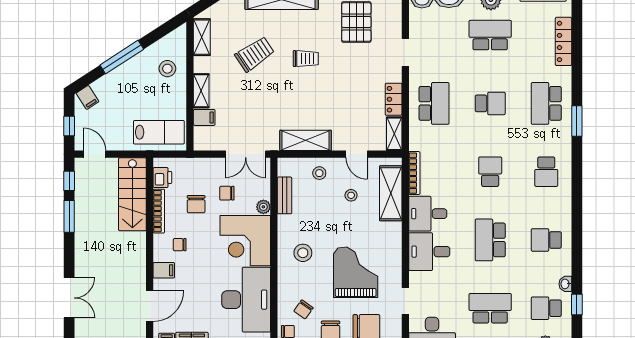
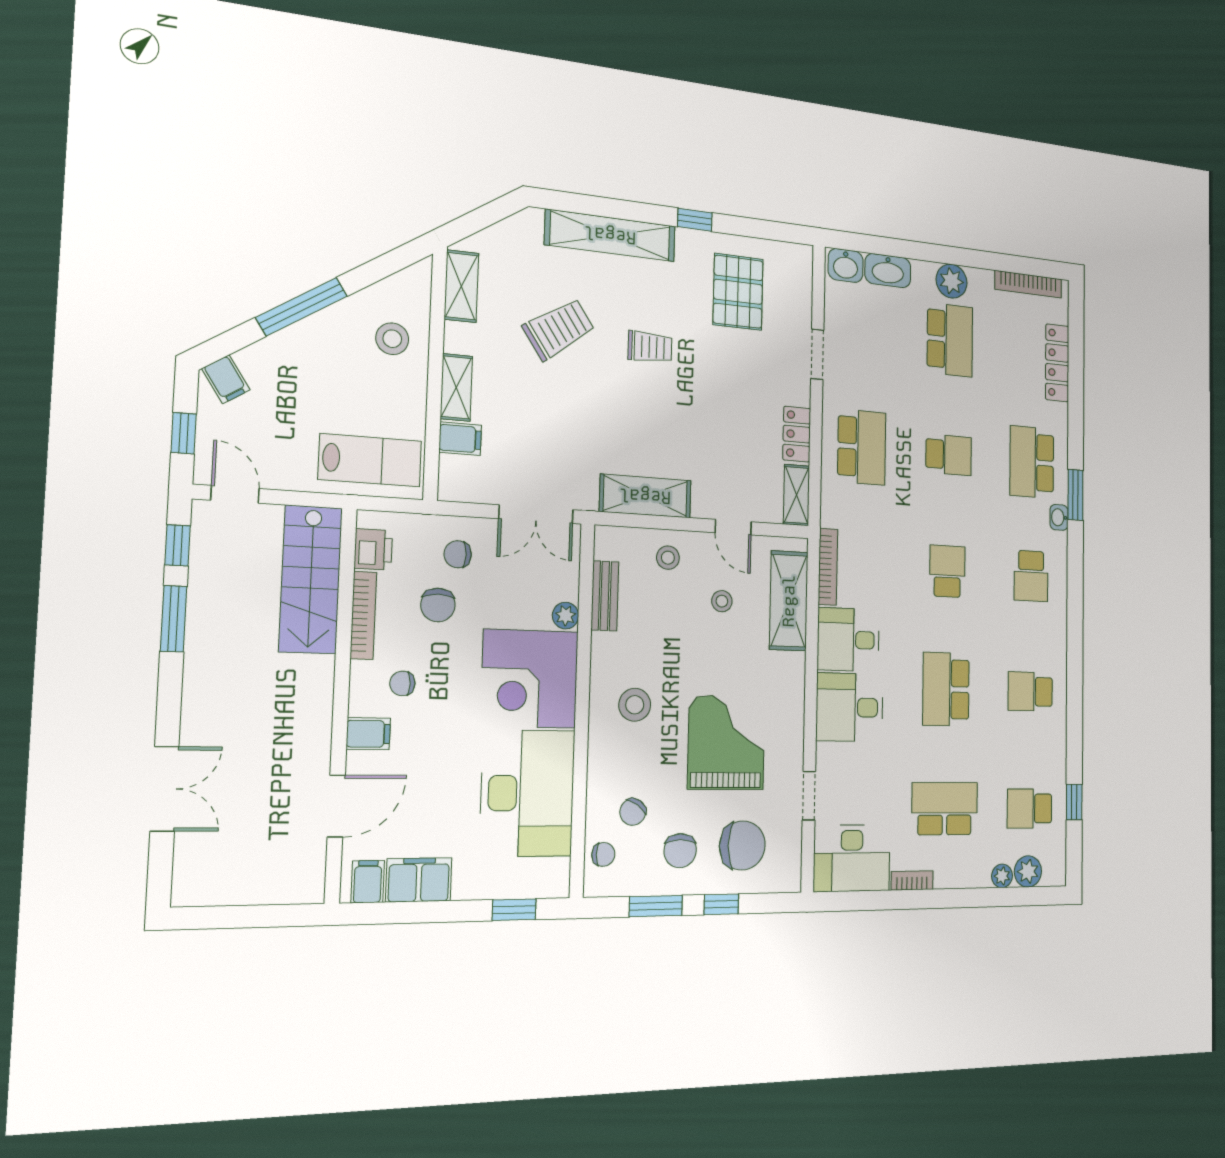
school desk: (490, 35) -> (950, 340), turned 90
chair: (227, 193) -> (458, 554), moved
washbasin: (565, 284) -> (1059, 517), moved

